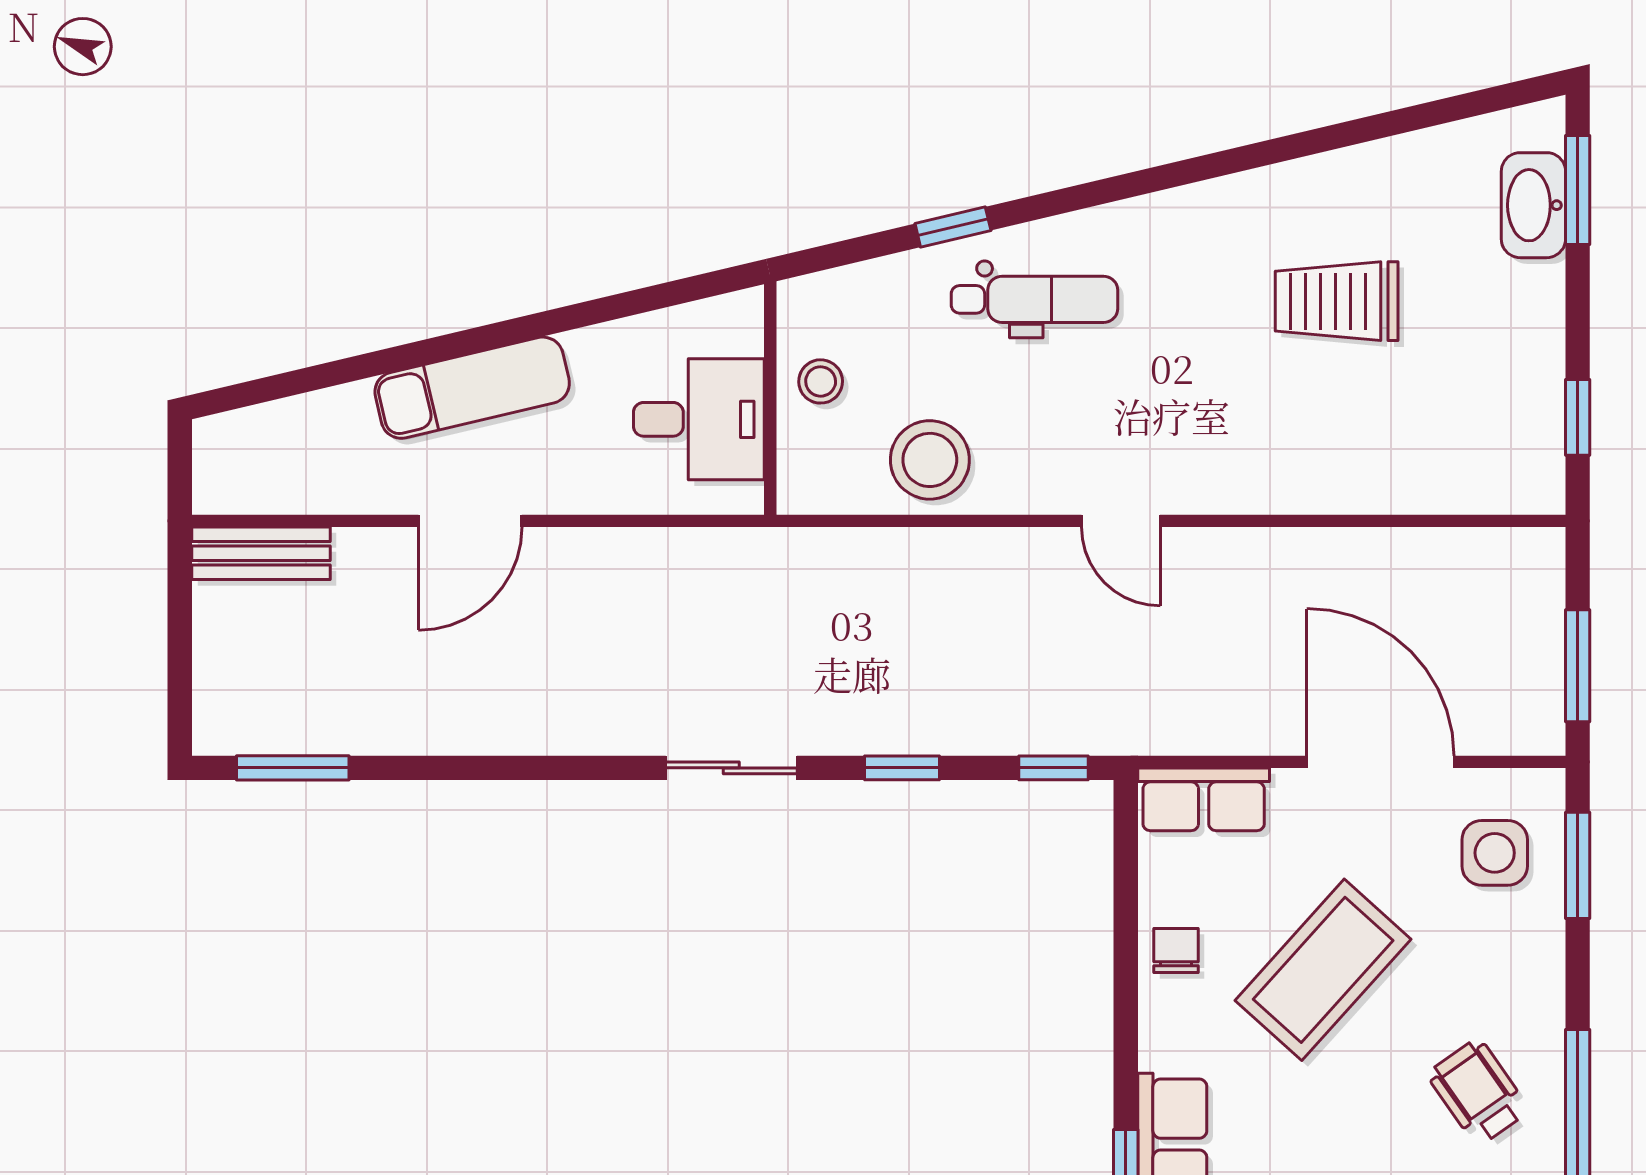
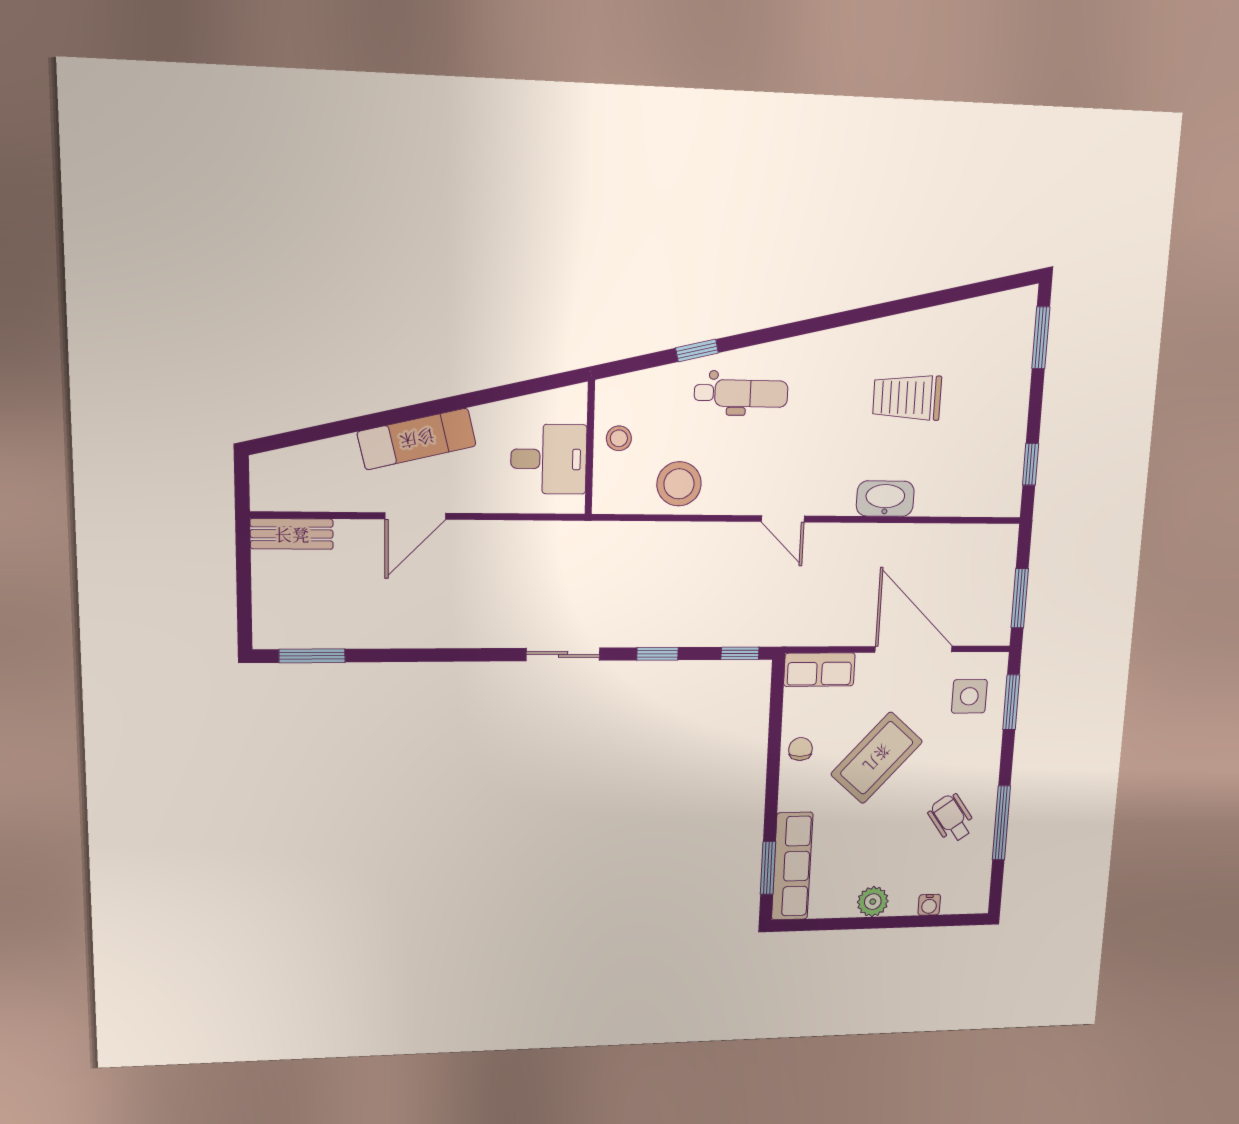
washbasin: (1533, 205) -> (885, 499), moved, turned 90

